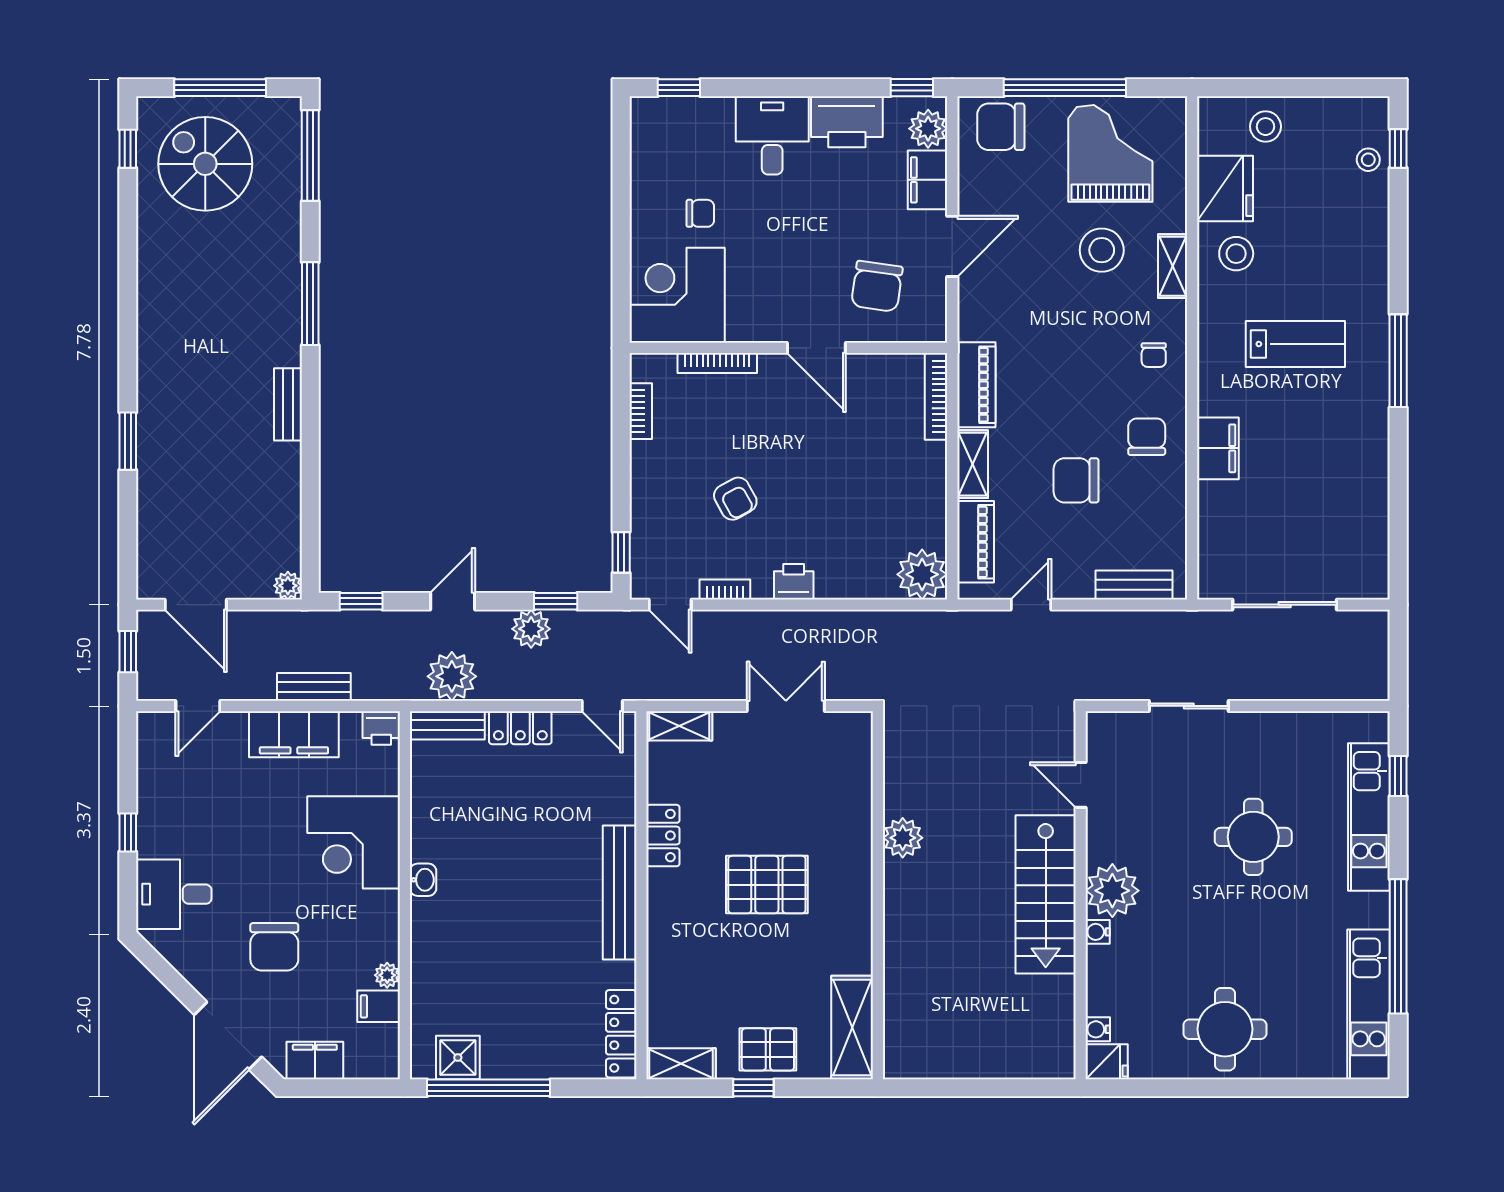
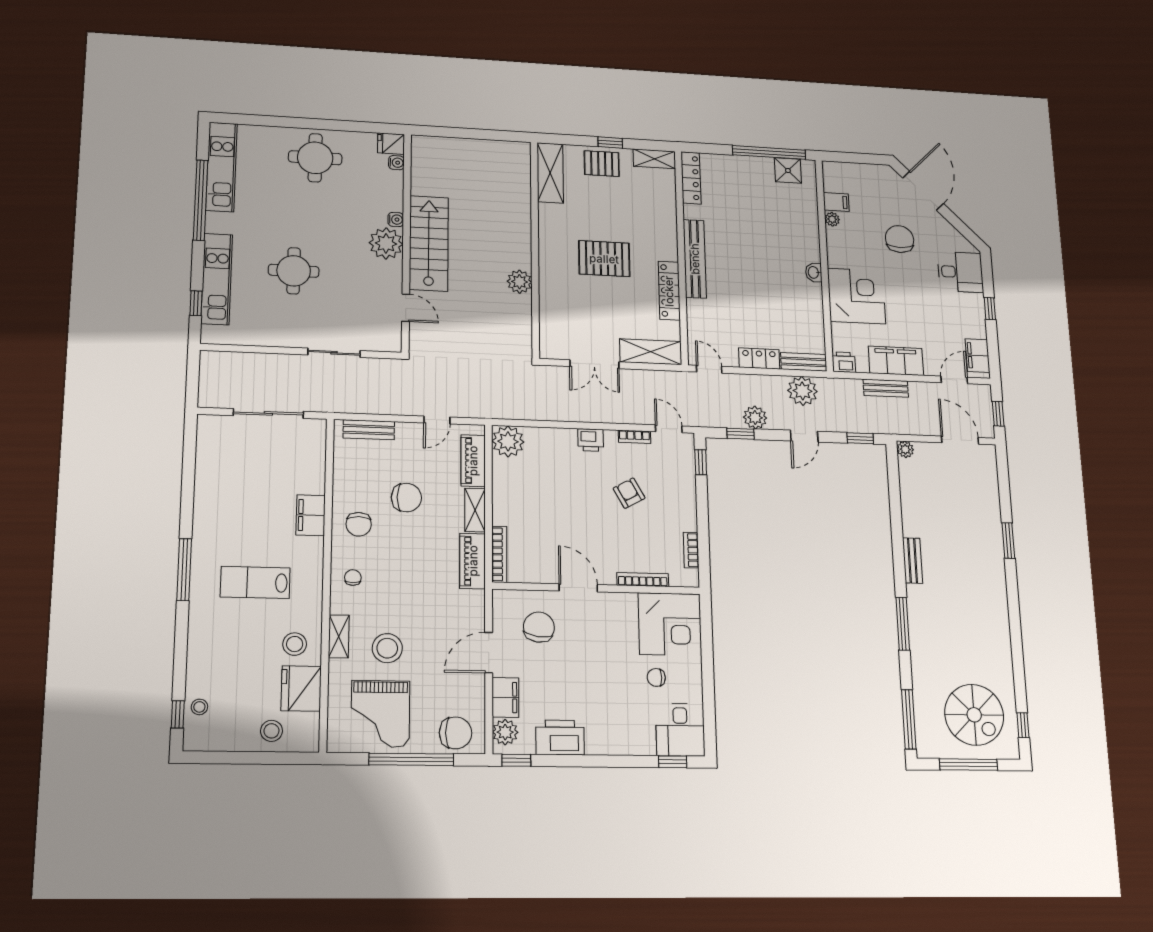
desk: (772, 135) -> (680, 730), moved
shelving: (679, 726) -> (651, 352), width x1.50, depth x1.33
locker: (663, 836) -> (669, 291), width x1.53
filing cabinet: (315, 1060) -> (978, 356), moved, turned 90

